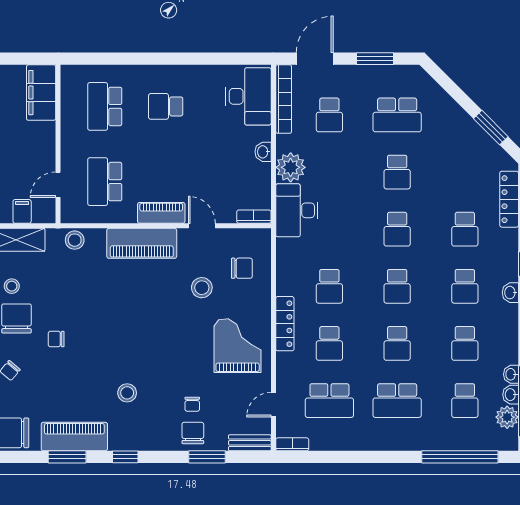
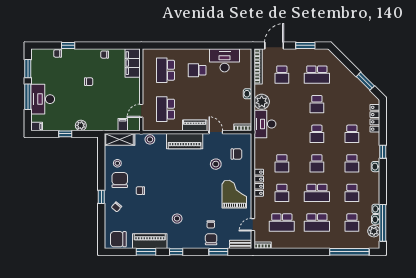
desk: (248, 96) -> (225, 60), moved, turned -90
school desk: (397, 343) -> (317, 193), width x1.85

